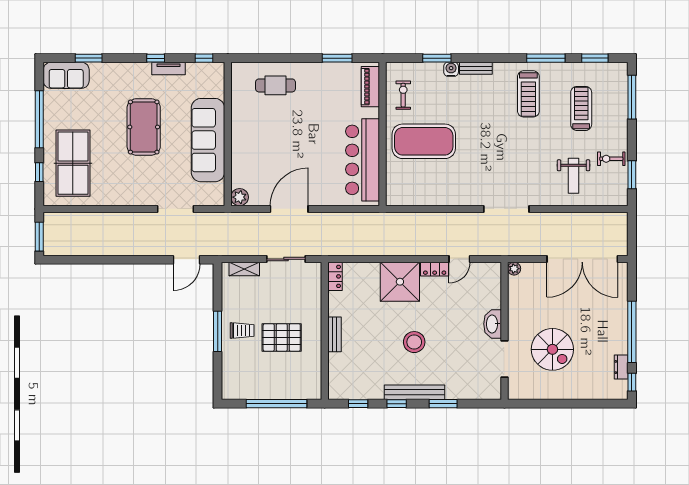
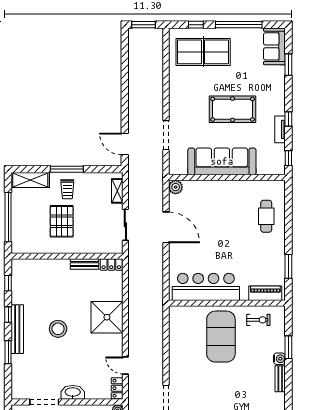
locker: (435, 269) -> (117, 388), moved
bench: (334, 334) -> (85, 264), moved
shelving: (231, 376) -> (30, 180), added

